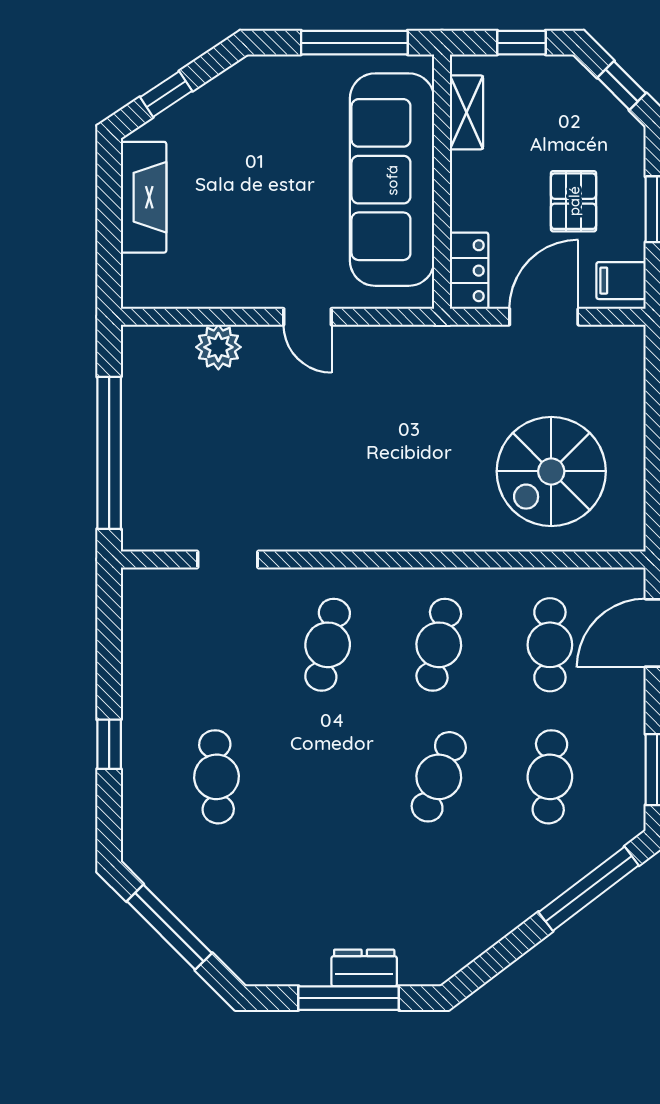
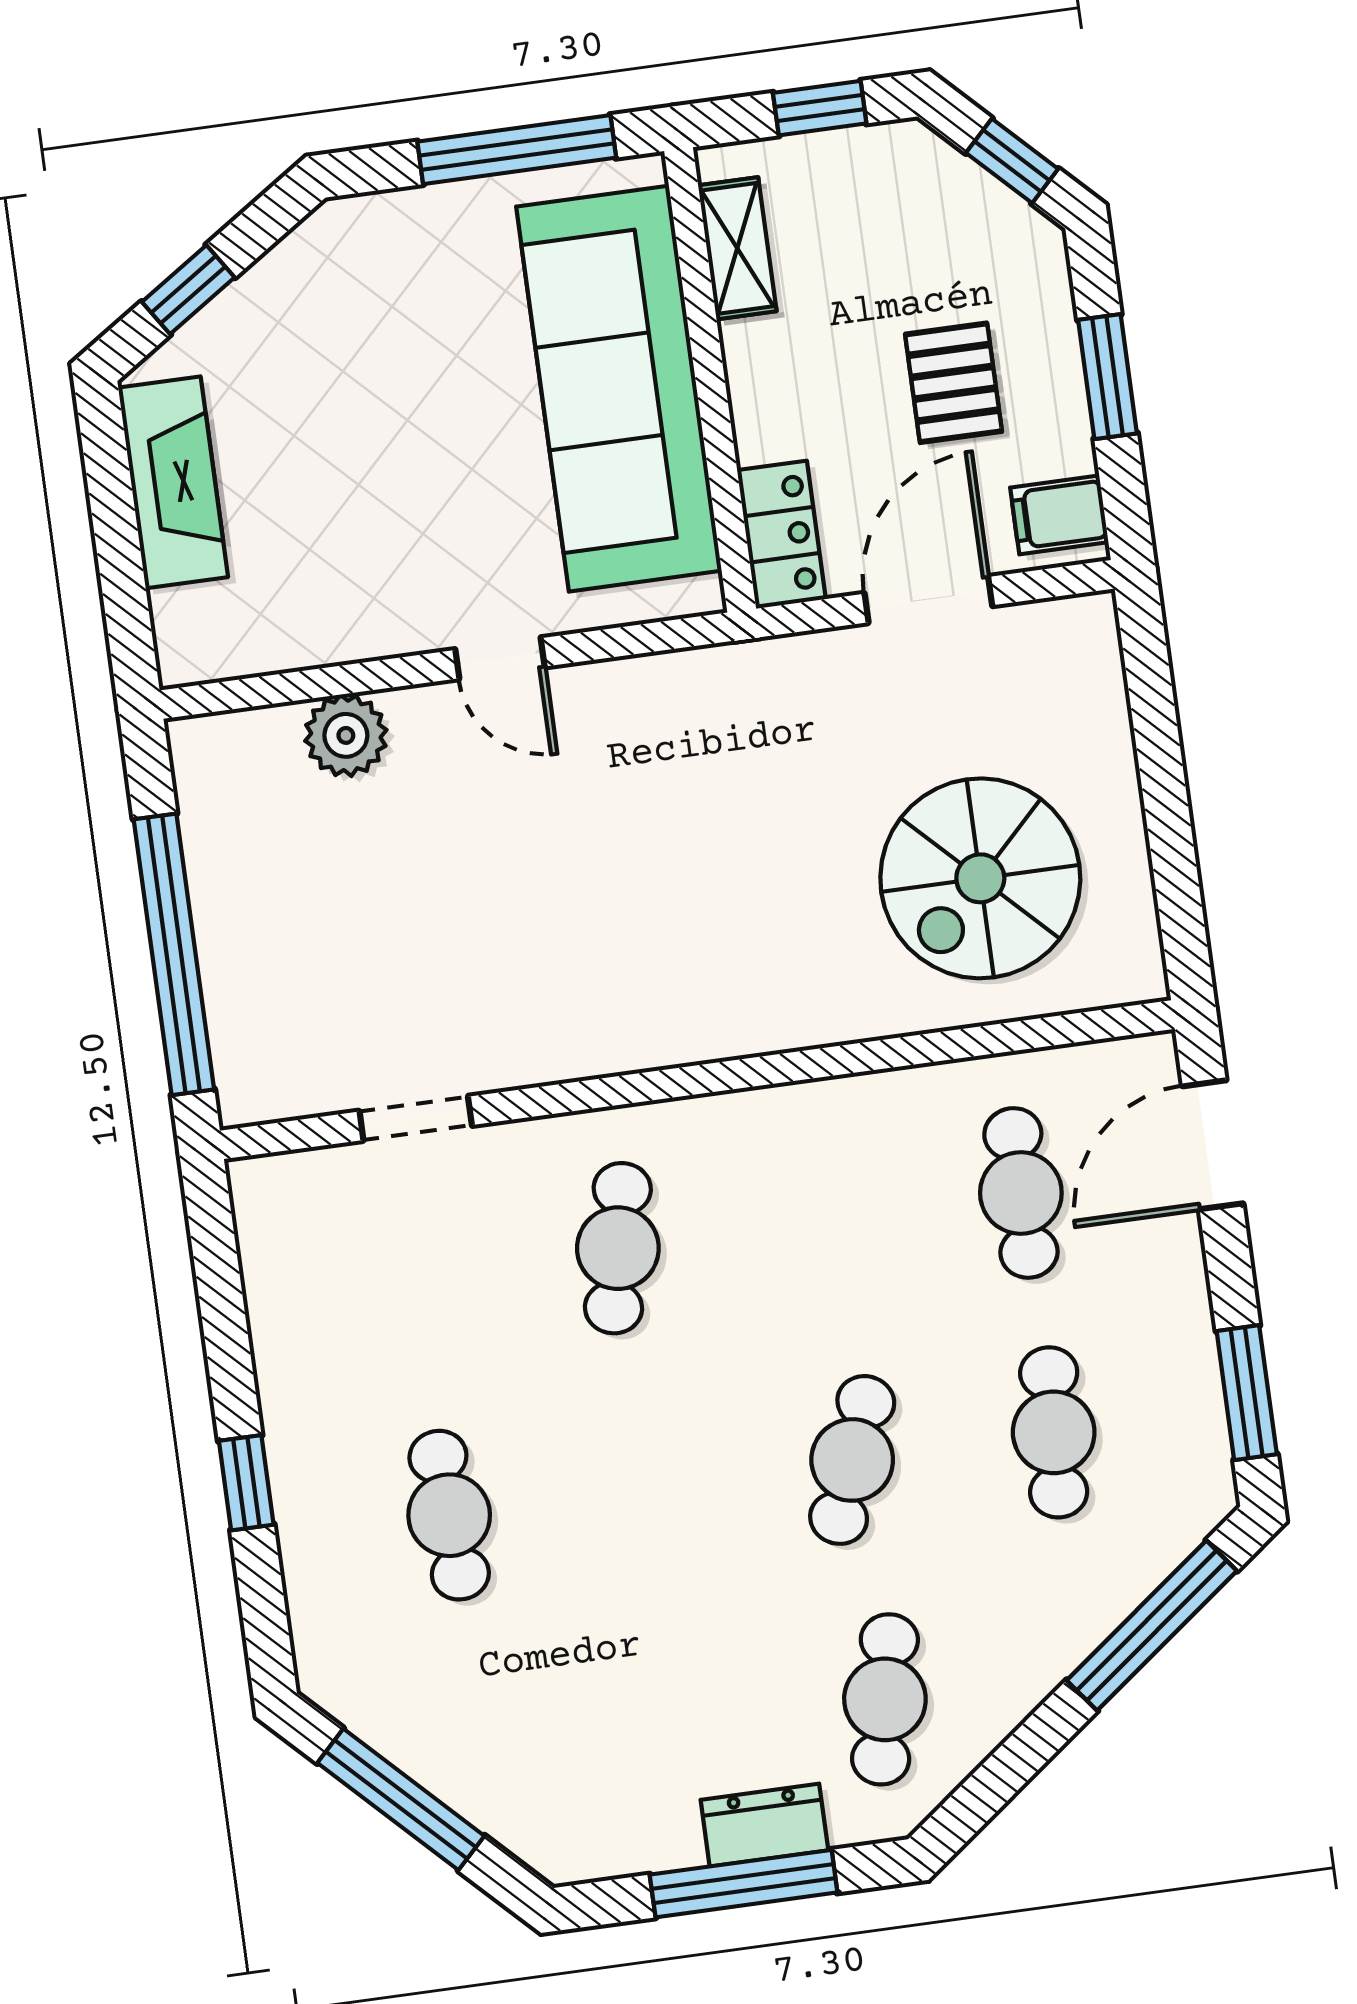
cafe table: (439, 645) -> (885, 1699), moved

